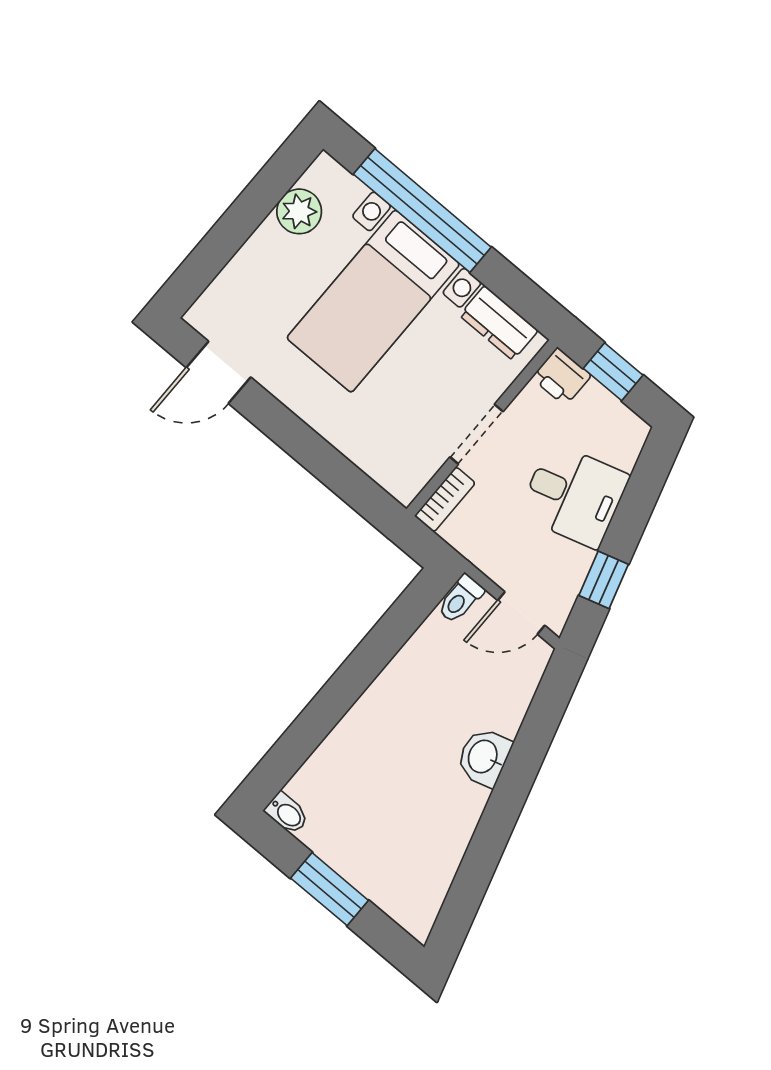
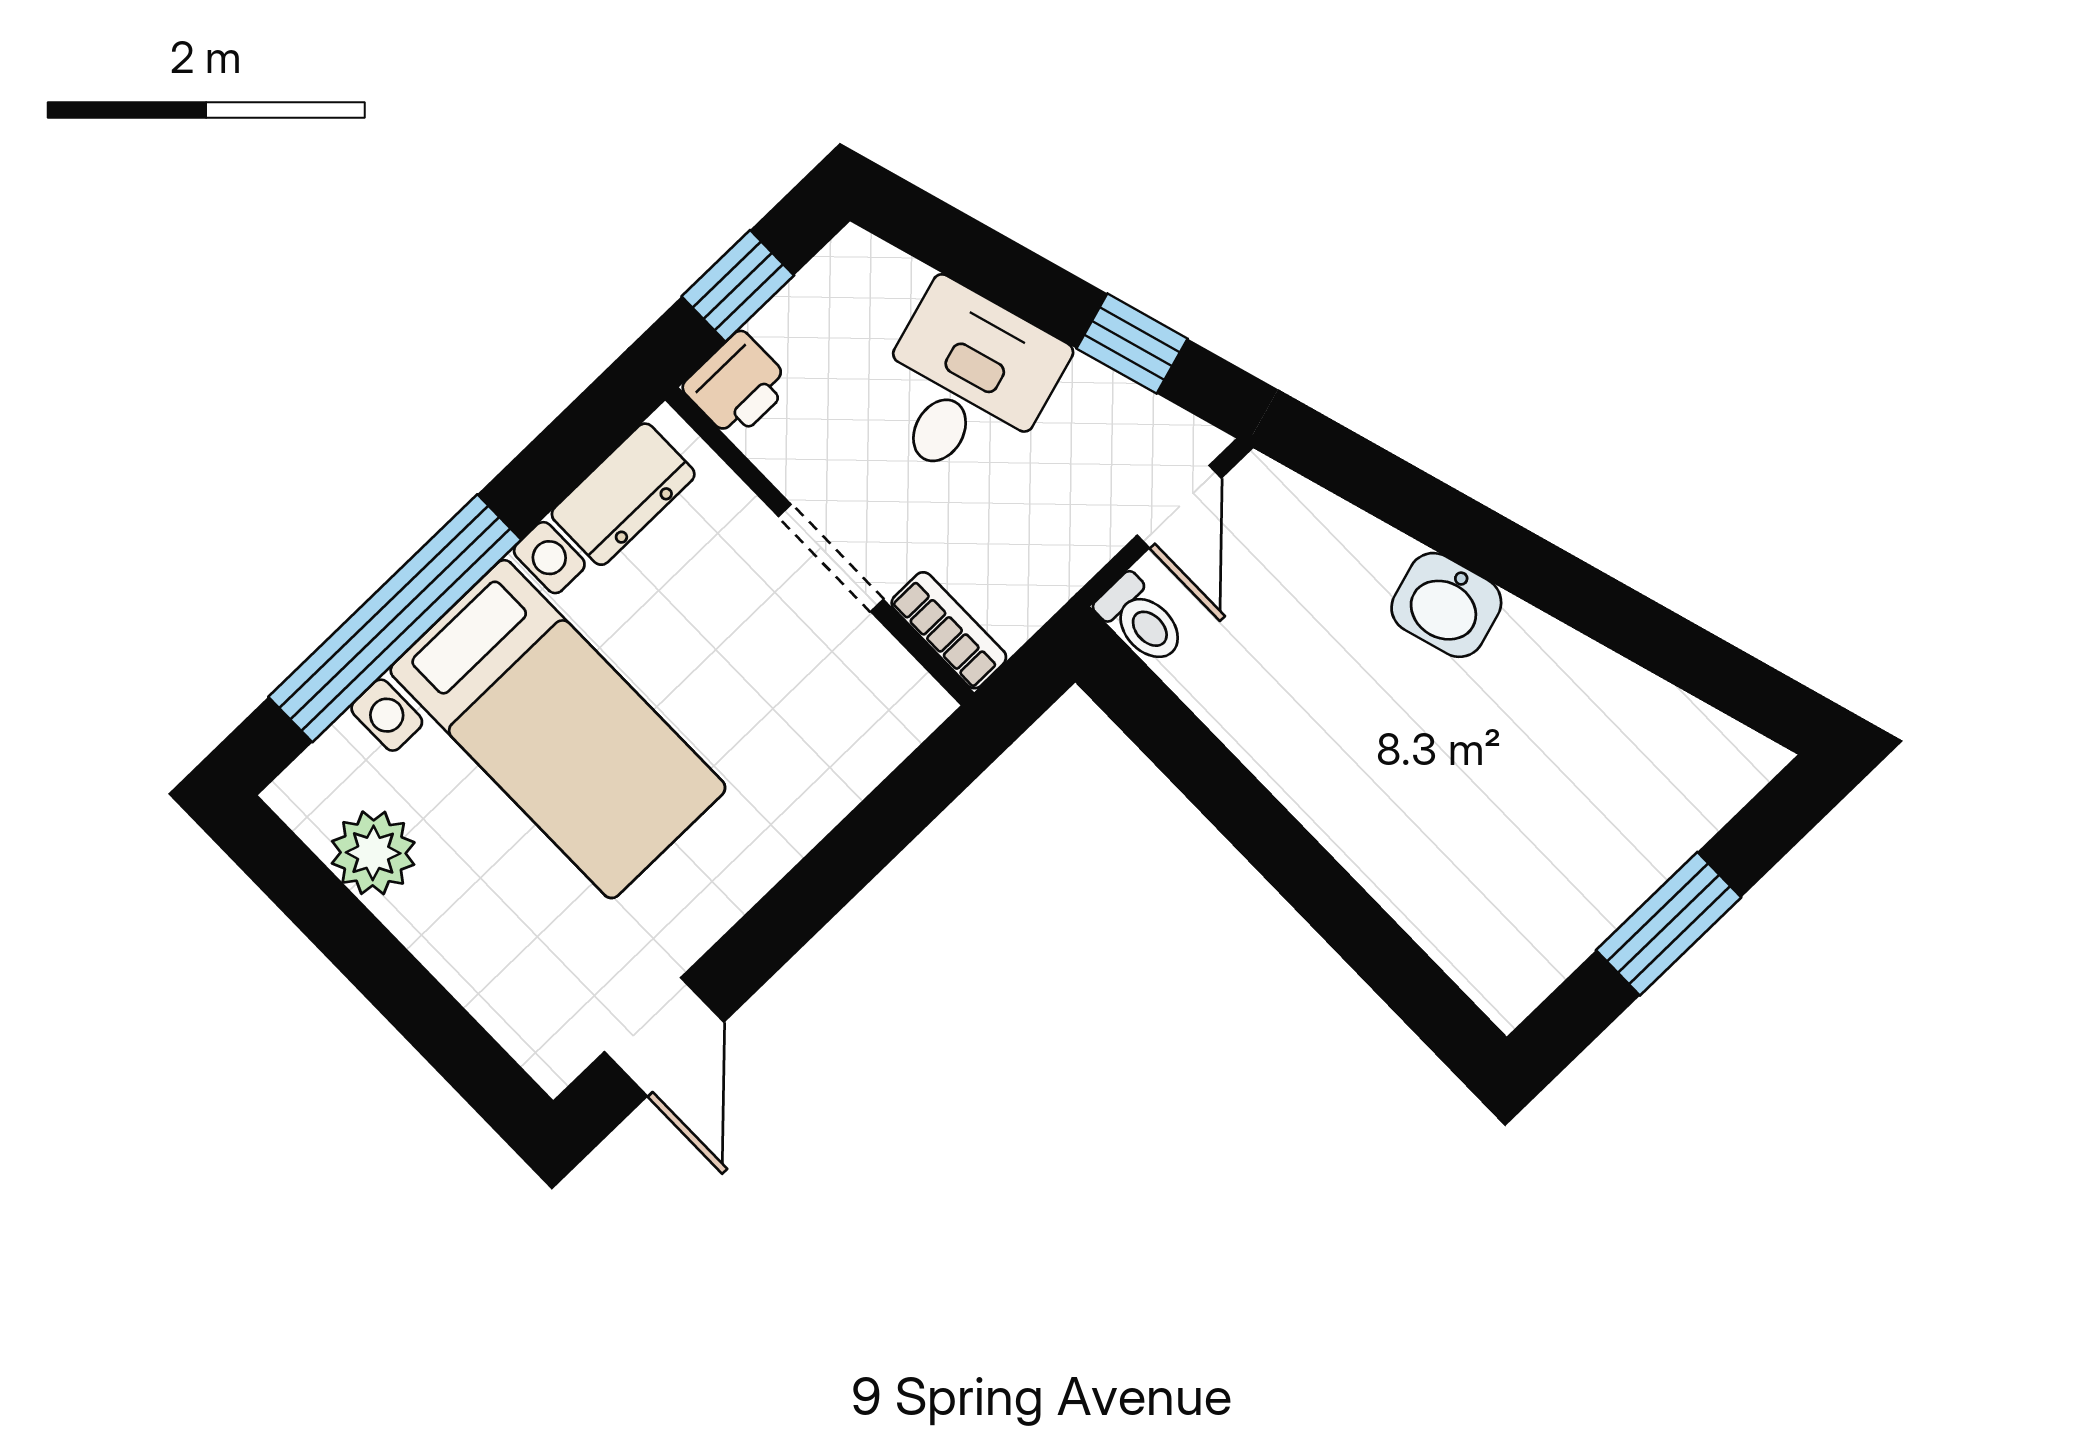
bidet: (287, 813) -> (1516, 991), removed

